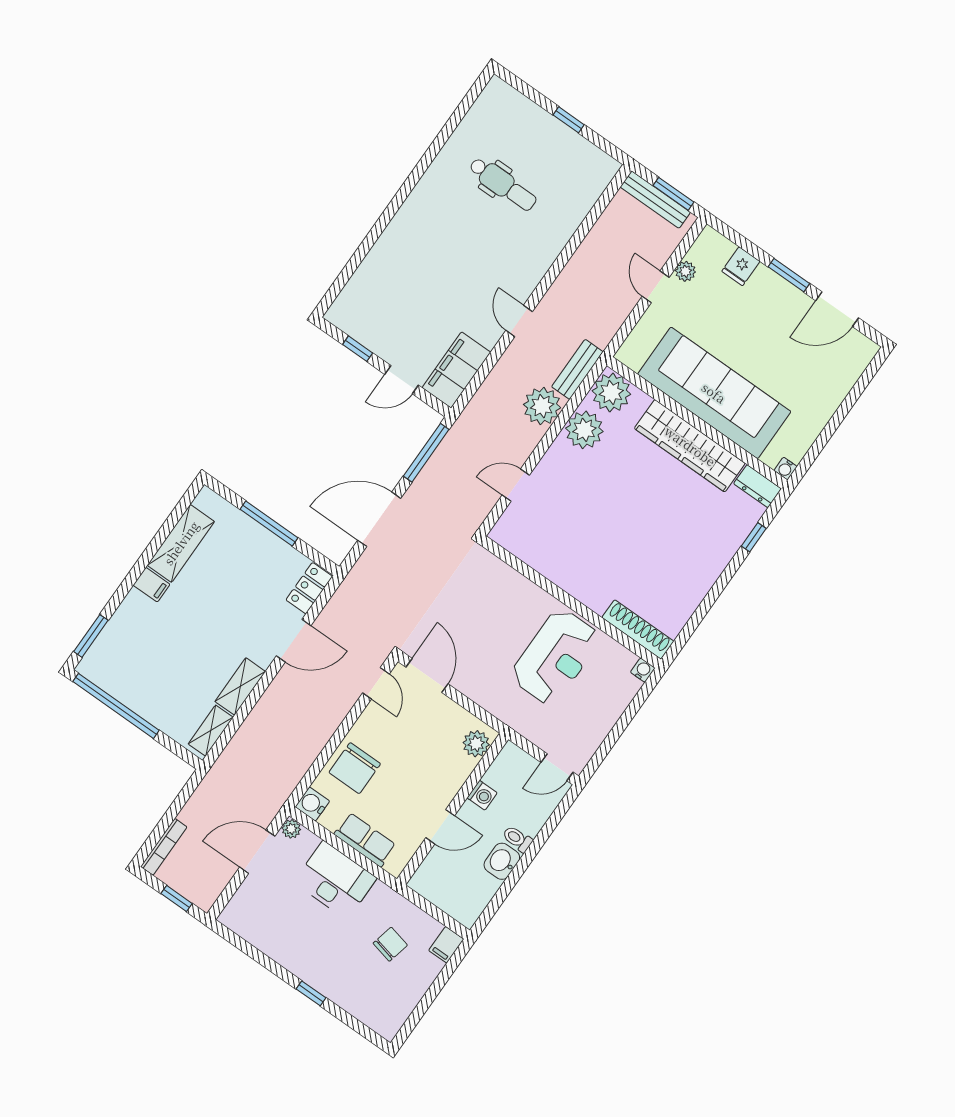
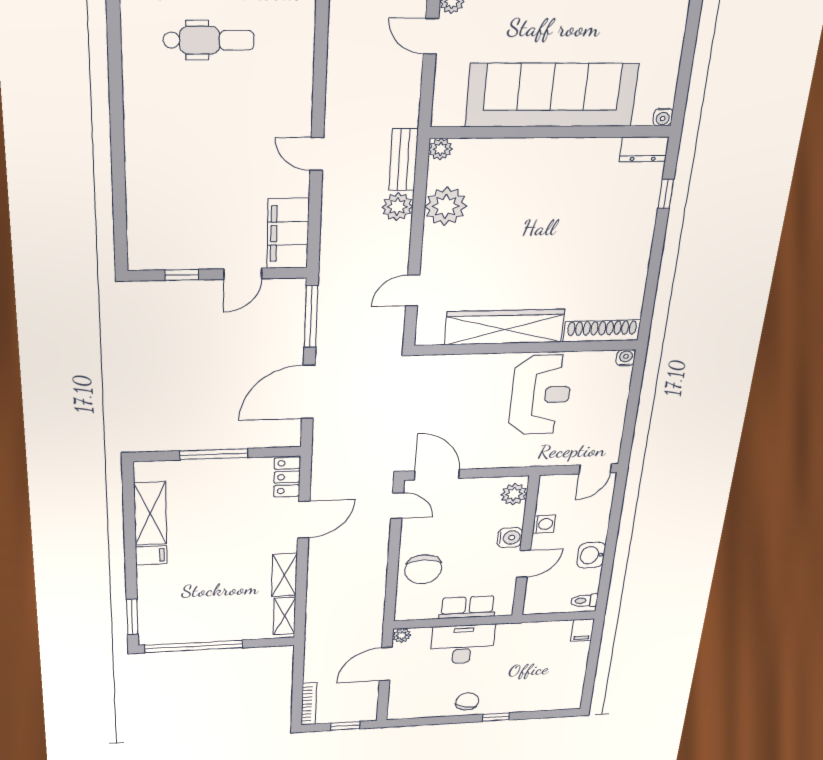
plant: (611, 392) -> (441, 149), width x0.53, depth x0.53
plant: (542, 406) -> (397, 207), width x0.73, depth x0.73
wardrobe: (690, 446) -> (505, 327), moved, turned 180
water cooler: (312, 804) -> (510, 538), moved, turned 180
toilet: (517, 839) -> (584, 601), moved
chair: (390, 944) -> (467, 701), moved

